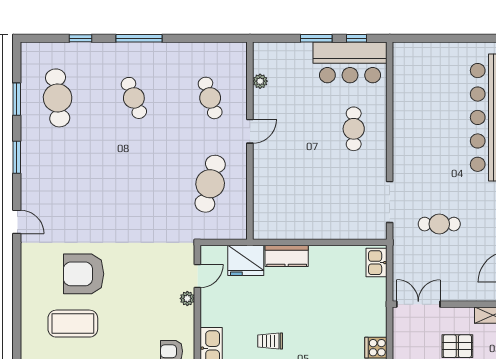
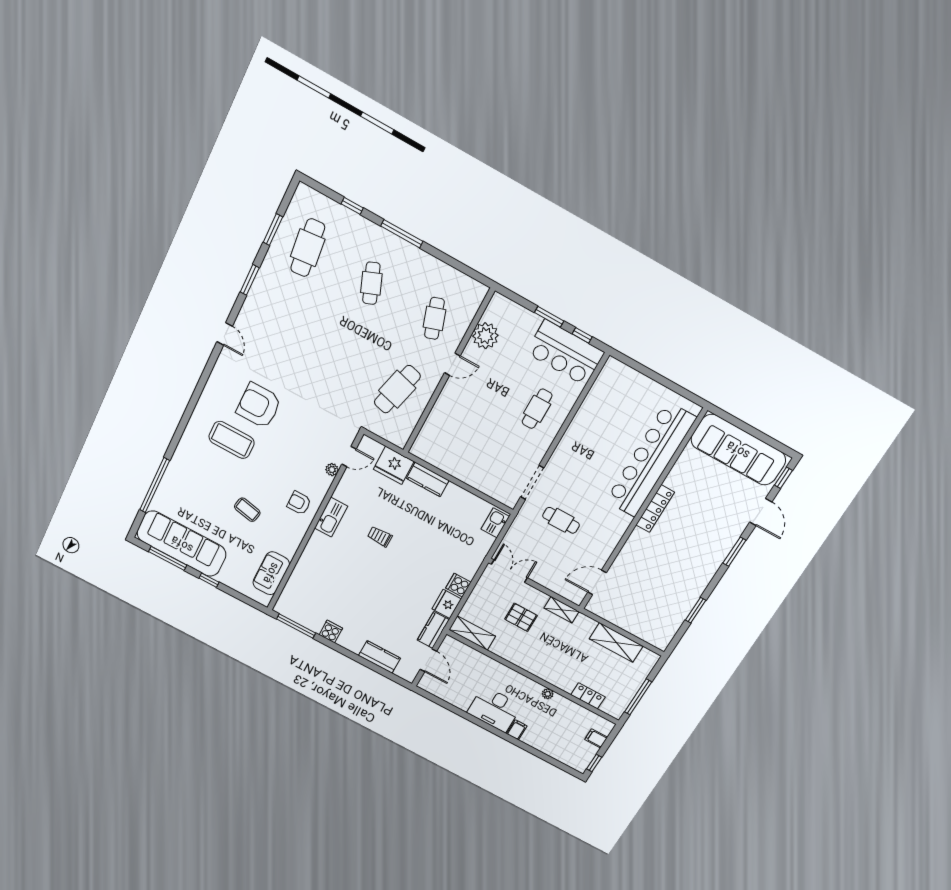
plant: (260, 81) -> (485, 336), width x1.88, depth x1.88

